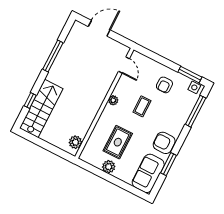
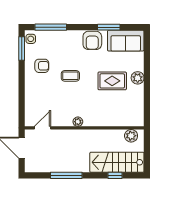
door: (124, 65) -> (42, 128), moved
plant: (113, 100) -> (78, 122), moved
wall: (104, 103) -> (84, 128), moved
plant: (75, 142) -> (131, 136), moved

